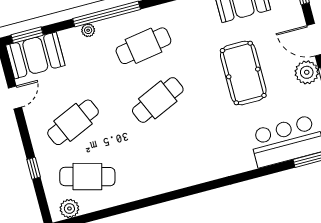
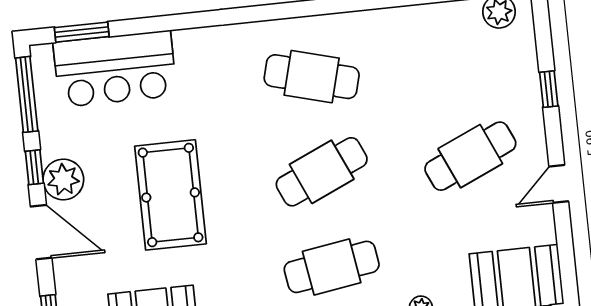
door: (15, 97) -> (559, 184), moved
cafe table: (87, 177) -> (312, 77), moved

